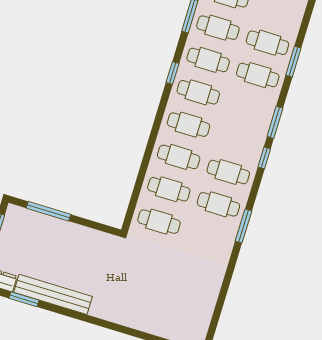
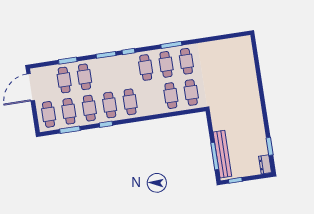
cafe table: (179, 157) -> (186, 61), moved
bench: (53, 294) -> (222, 154), moved

